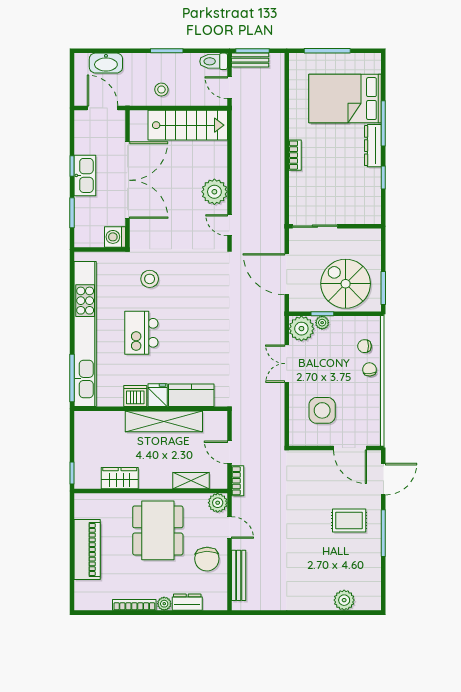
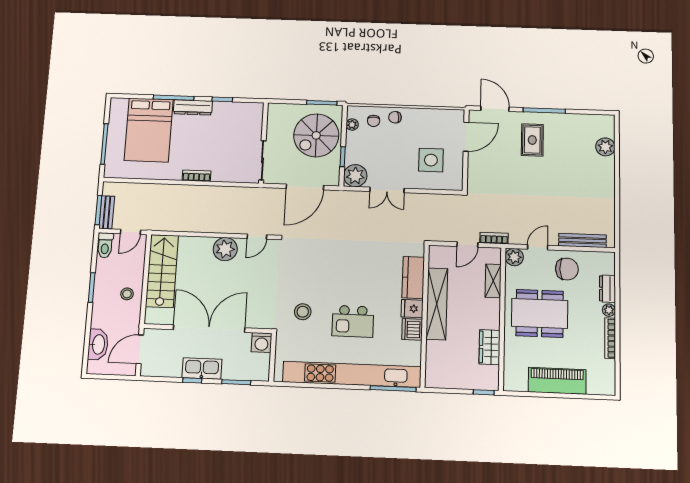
plant: (322, 323) -> (352, 125), moved

